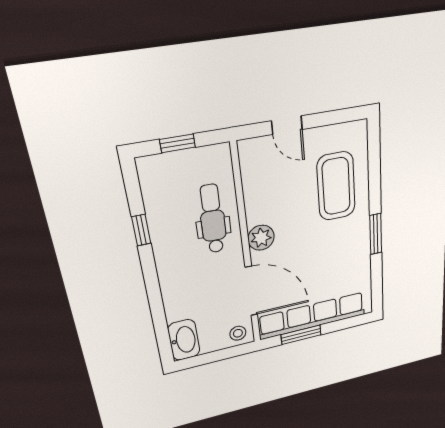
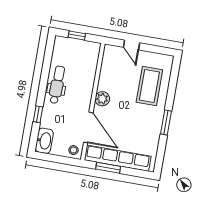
dental chair: (213, 219) -> (57, 85), moved
window: (141, 230) -> (38, 114), moved

